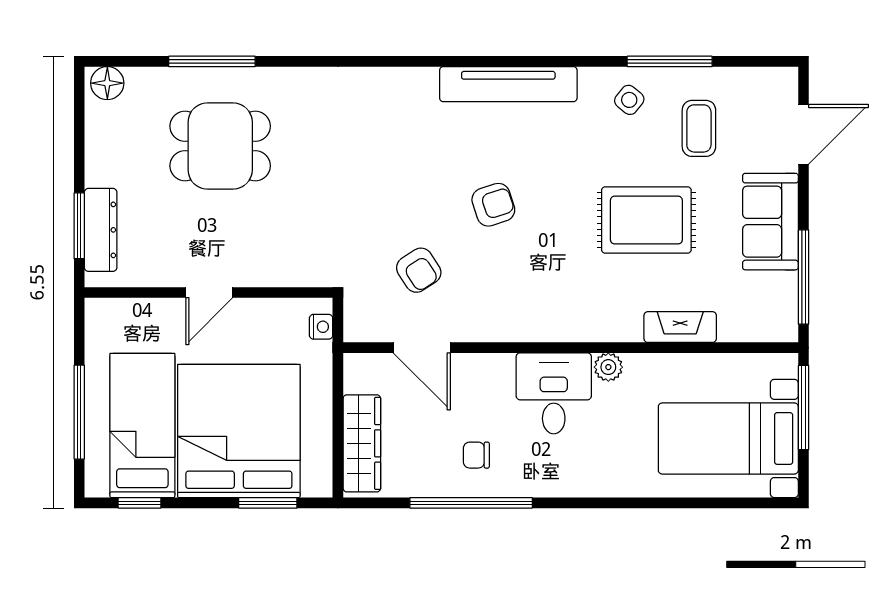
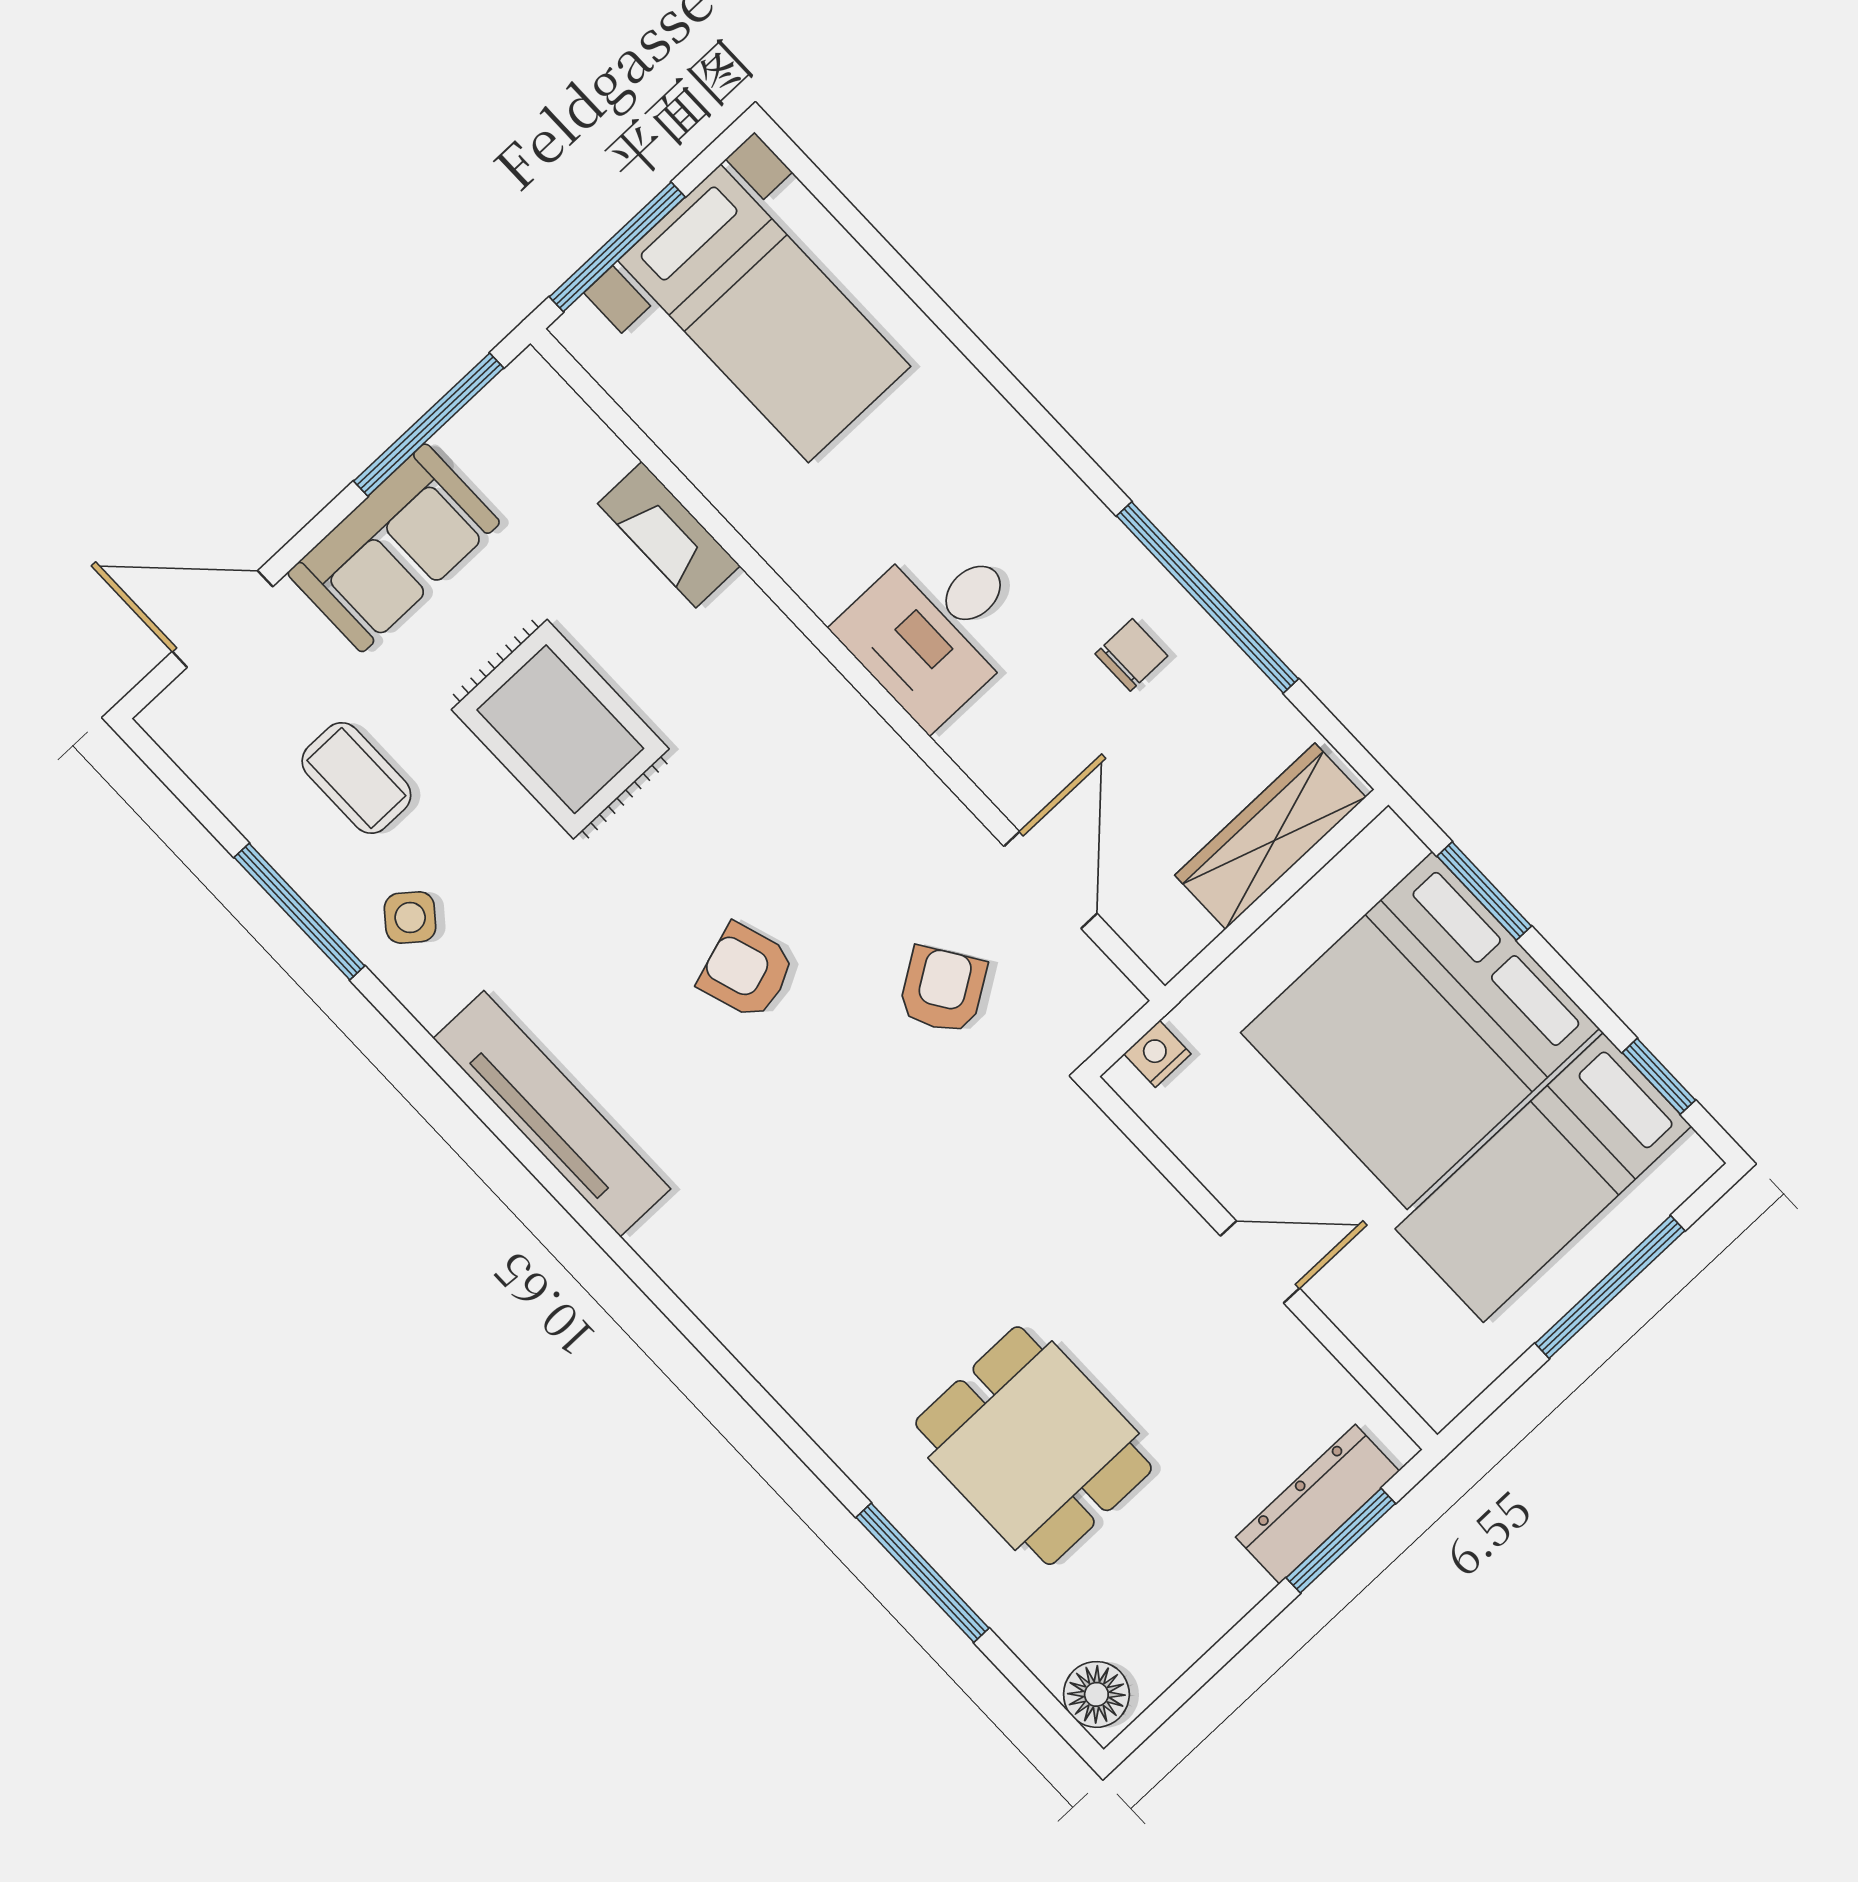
coffee table: (699, 128) -> (356, 778), turned 90
plant: (608, 367) -> (825, 584), removed
chair: (476, 455) -> (1131, 655), turned -90

